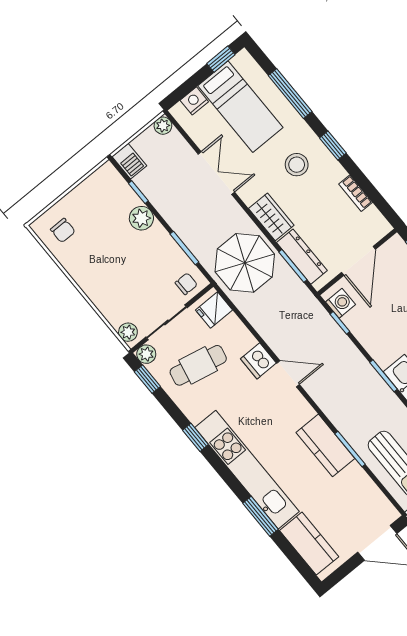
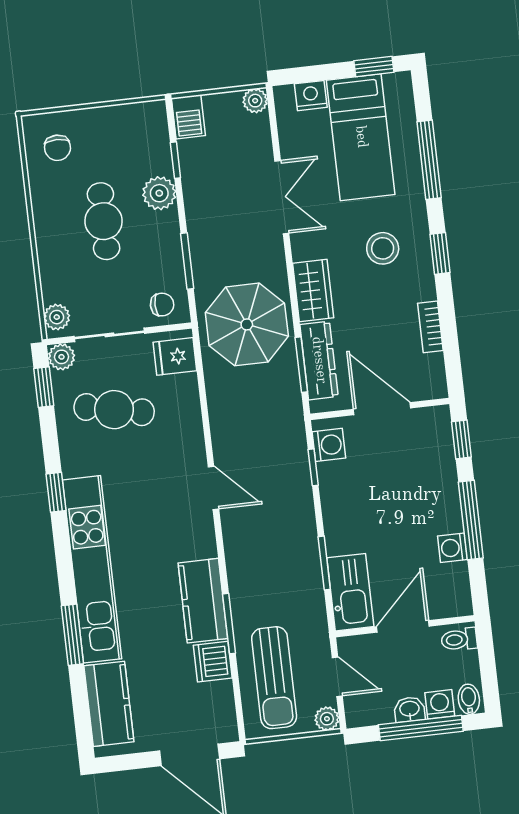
cafe table: (119, 257) -> (103, 221), added
door: (358, 261) -> (382, 409), swing flipped
dishwasher: (258, 361) -> (213, 662), moved

